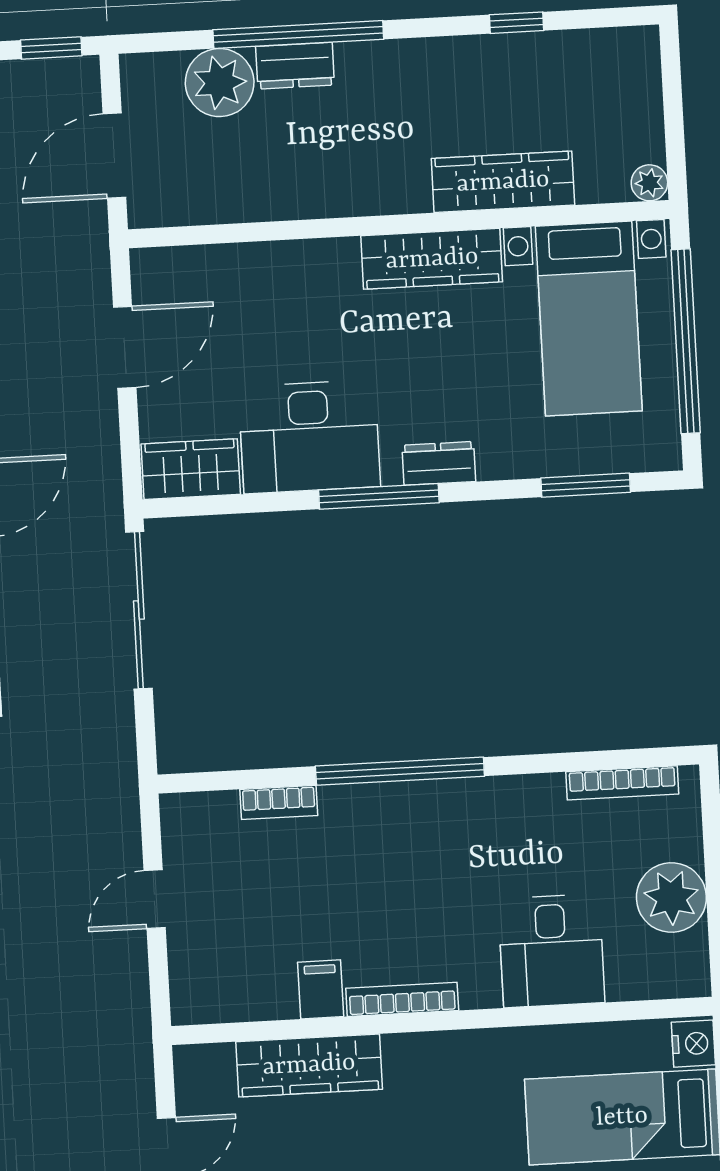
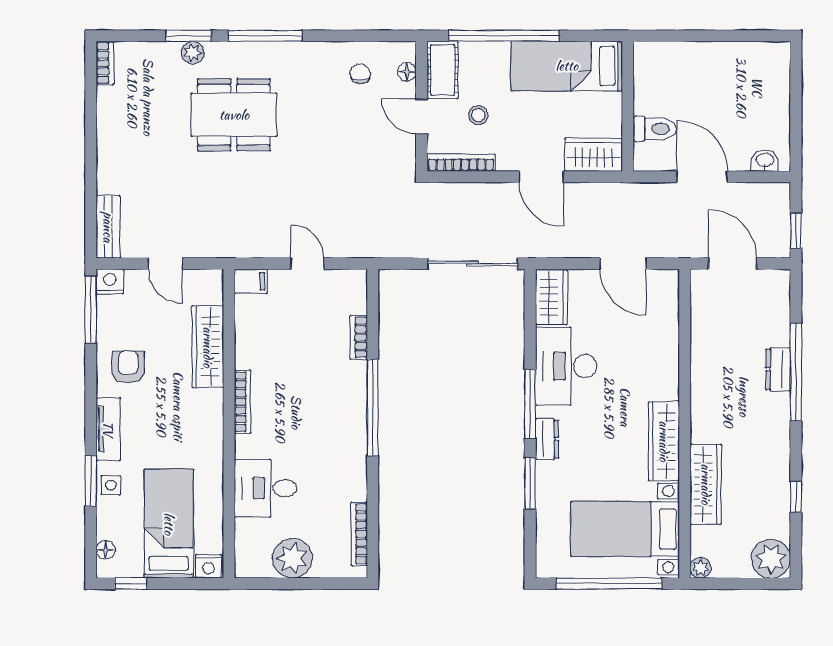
plant: (220, 83) -> (771, 559), moved
window: (586, 485) -> (530, 483), moved
filing cabinet: (321, 989) -> (251, 281), moved

